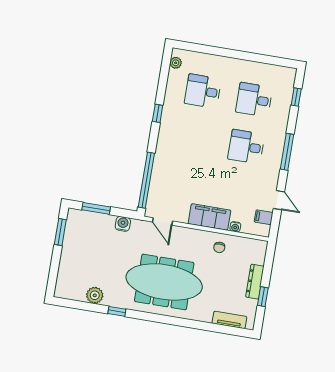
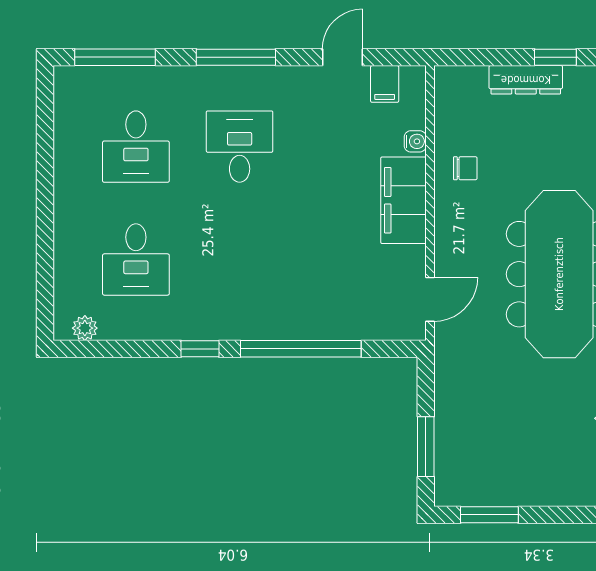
window: (296, 97) -> (115, 57), width x2.17
desk: (246, 147) -> (240, 147), turned 180
window: (146, 180) -> (301, 349), moved
water cooler: (123, 224) -> (449, 384), removed

